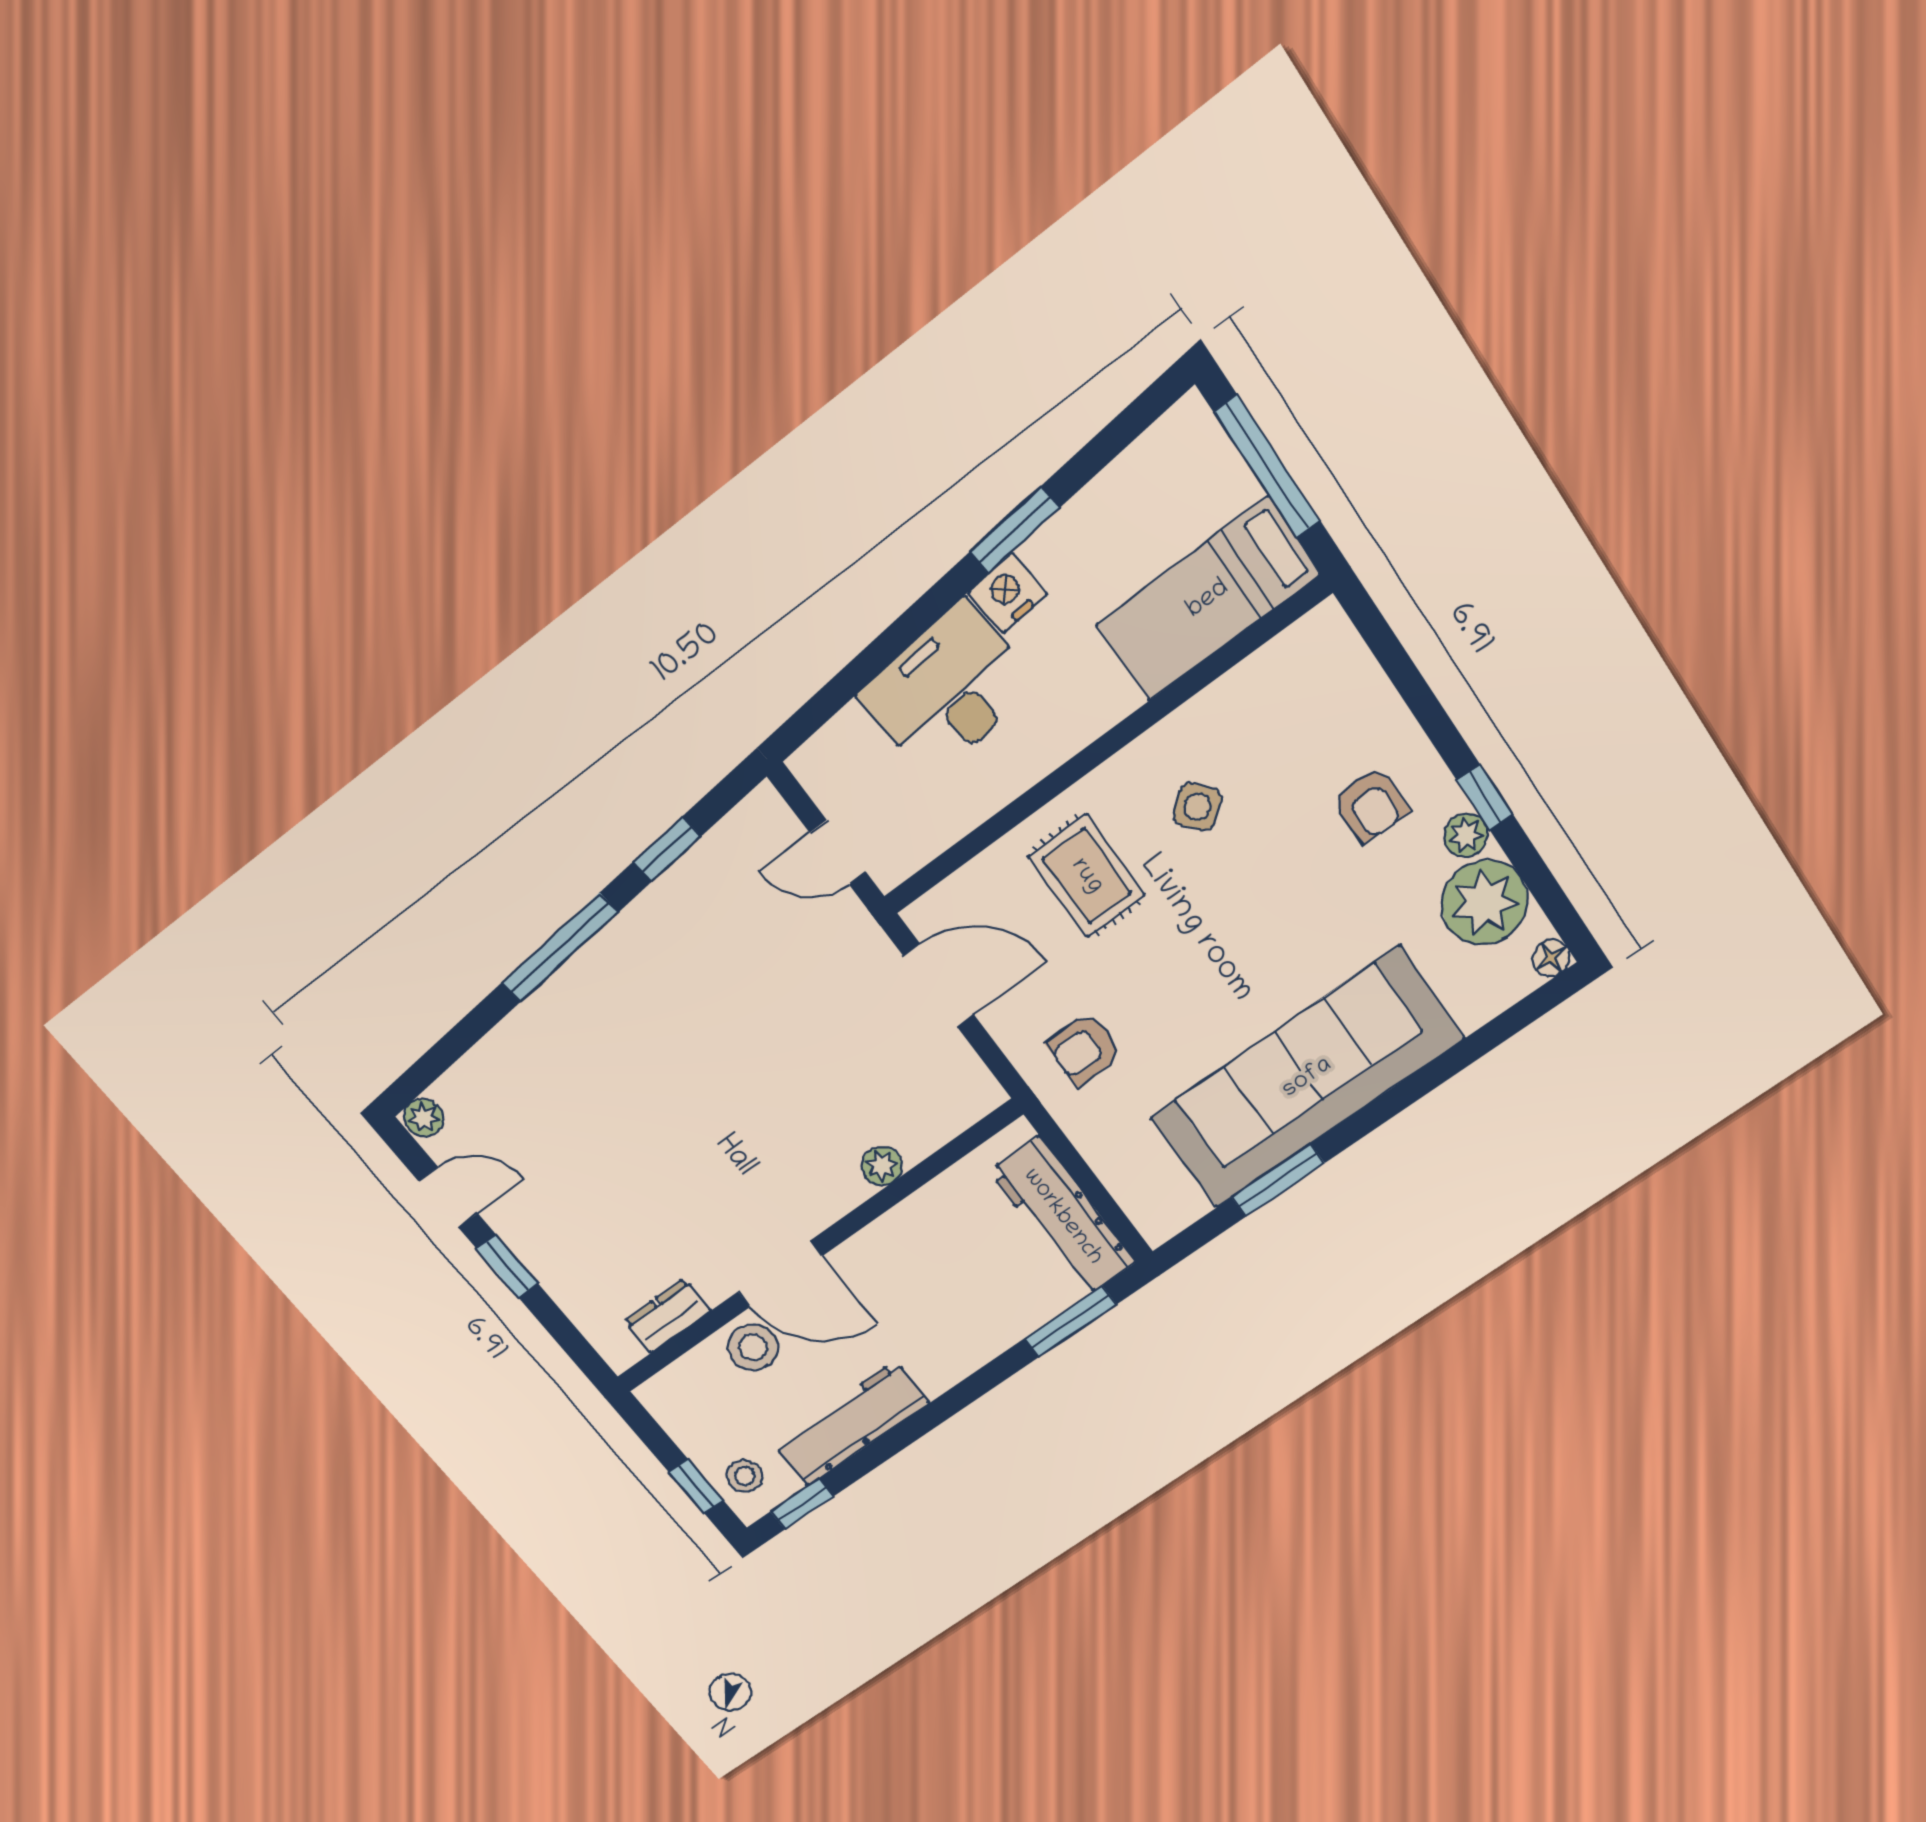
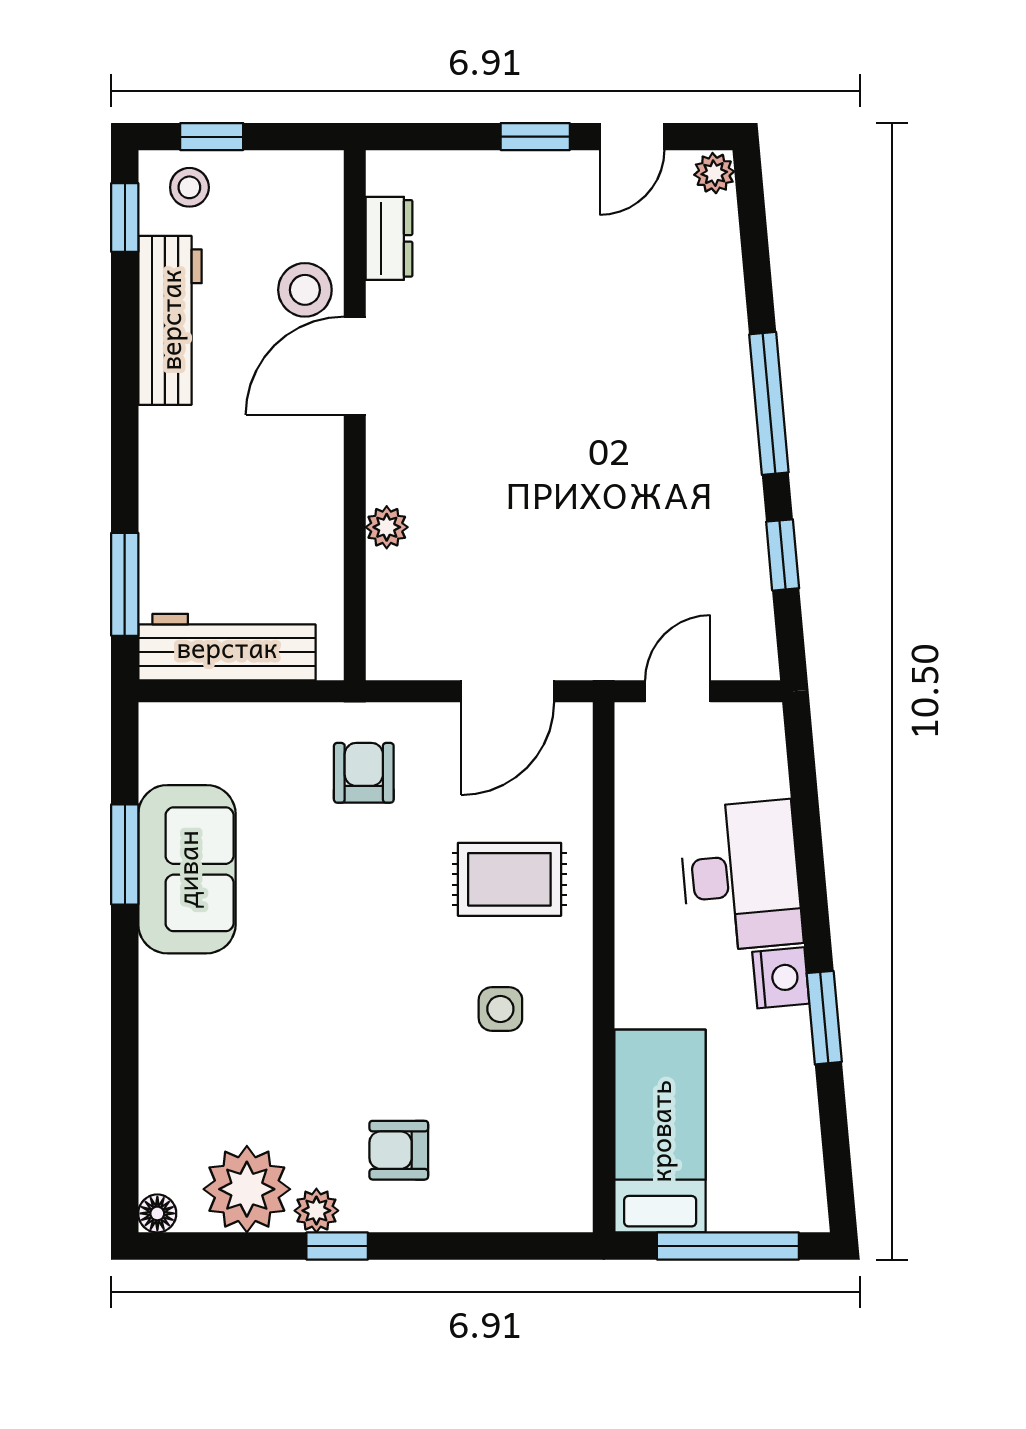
side table: (1197, 807) -> (500, 1009), turned 38
sofa: (1307, 1078) -> (187, 869), width x0.54, depth x0.79

